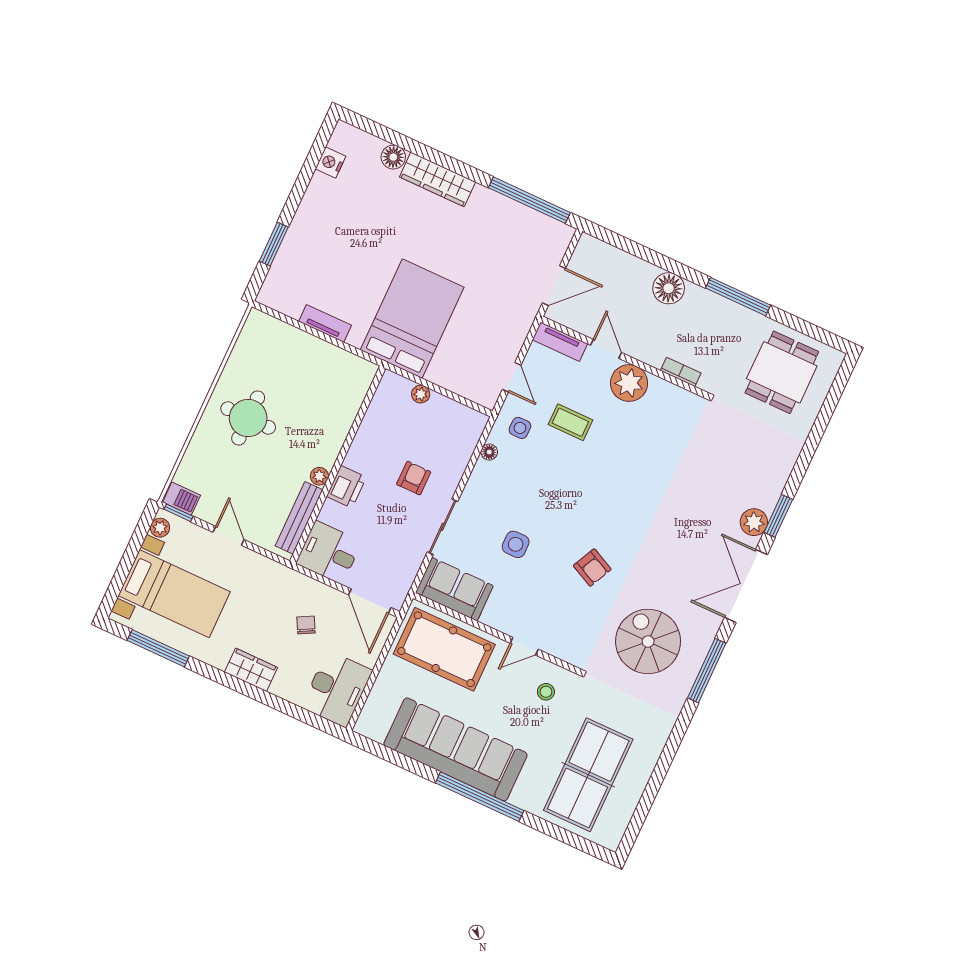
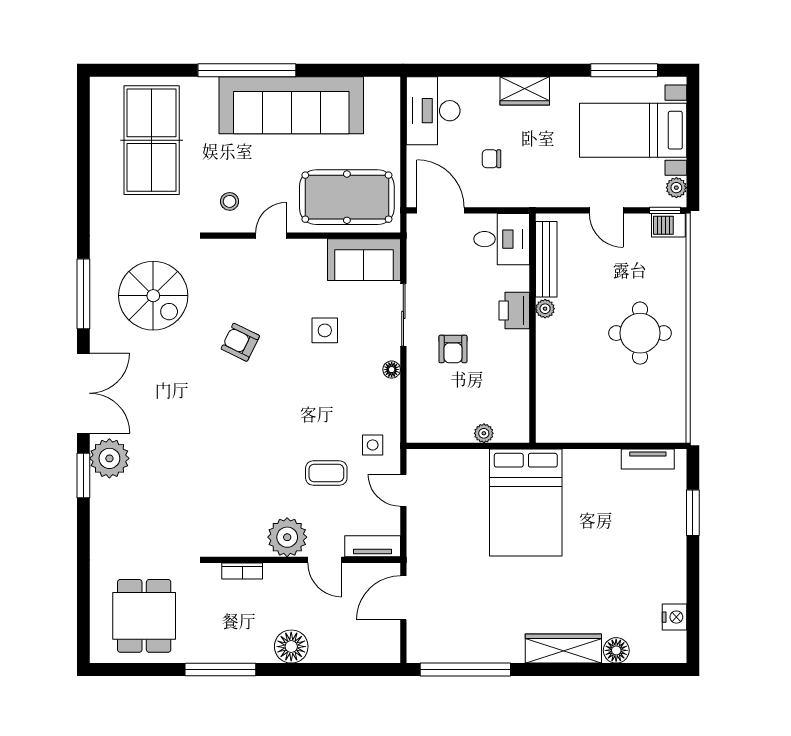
tv unit: (325, 323) -> (648, 459), moved
floor lamp: (489, 452) -> (392, 370), moved
plant: (754, 522) -> (109, 458), width x1.36, depth x1.36
chair: (306, 625) -> (491, 159), turned 118

